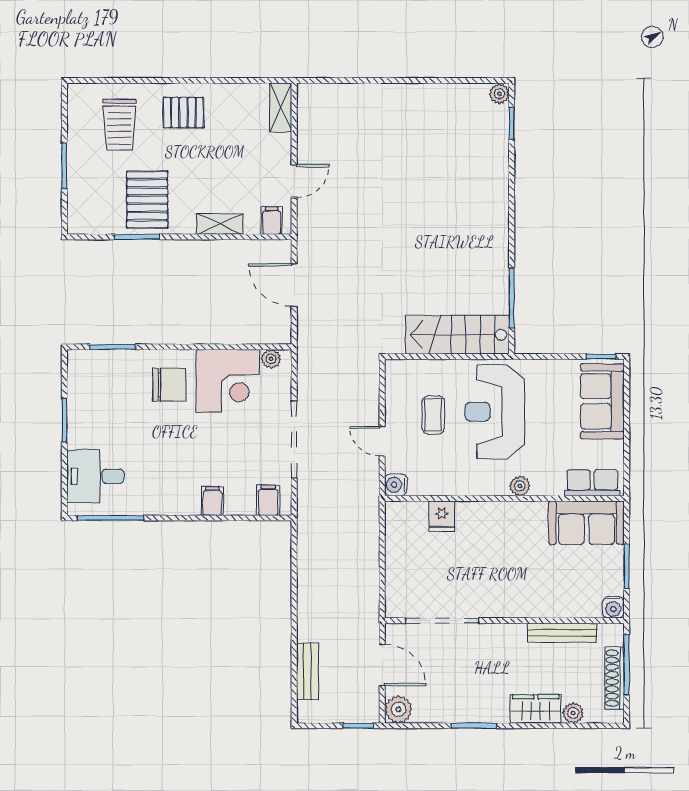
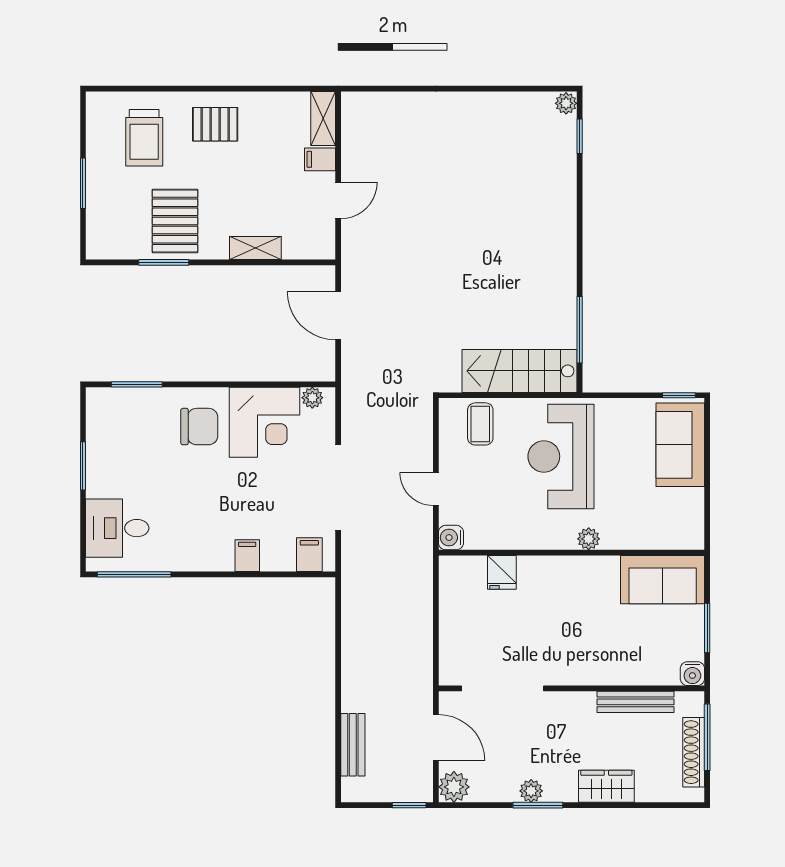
filing cabinet: (272, 221) -> (320, 159), moved, turned -90
coffee table: (433, 415) -> (480, 424), moved
row of seats: (592, 483) -> (669, 535), removed
plant: (573, 713) -> (531, 791), moved

